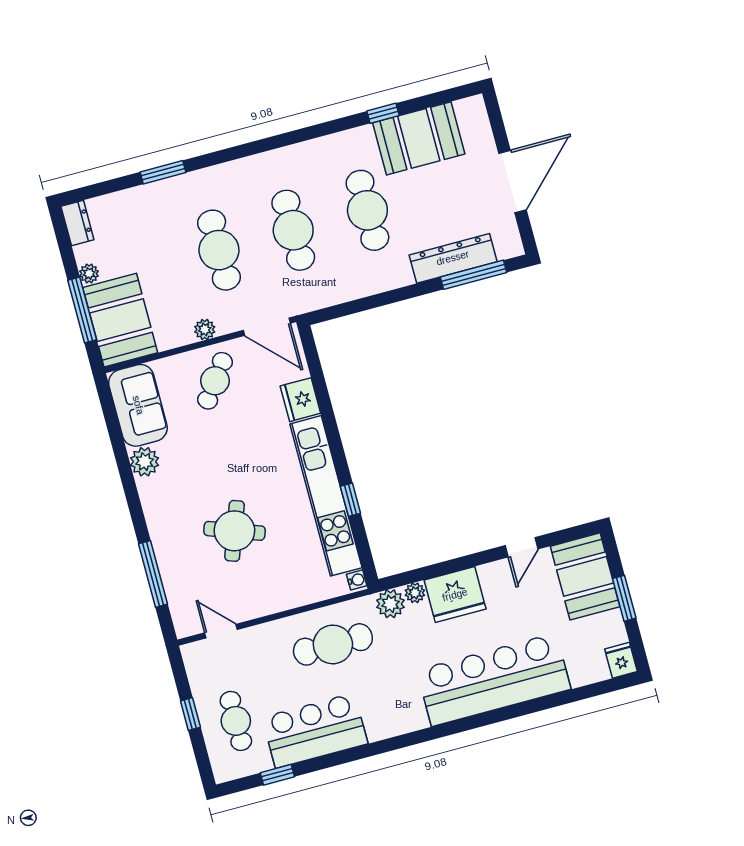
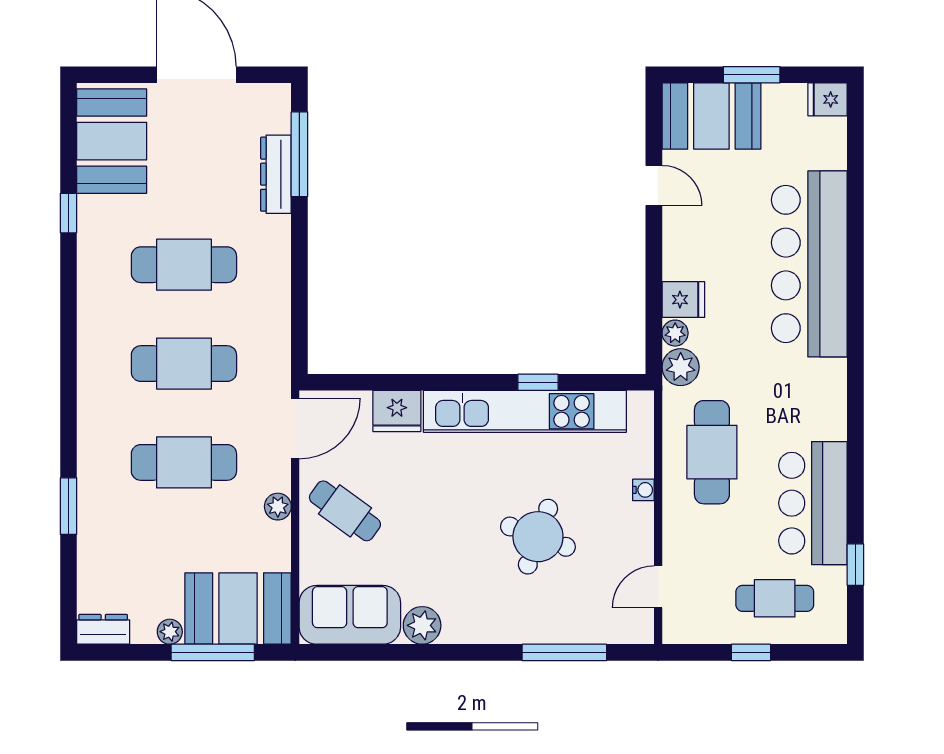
booth: (419, 138) -> (112, 141), moved
dresser: (453, 258) -> (276, 174), width x0.73, depth x0.80
water cooler: (357, 580) -> (643, 490), moved, turned 90
fridge: (455, 595) -> (683, 300), width x0.53, depth x0.75

